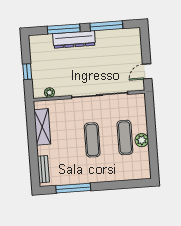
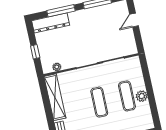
dresser: (74, 39) -> (51, 23), moved
door: (147, 71) -> (134, 20), moved
shelving: (42, 127) -> (55, 97), width x1.47

